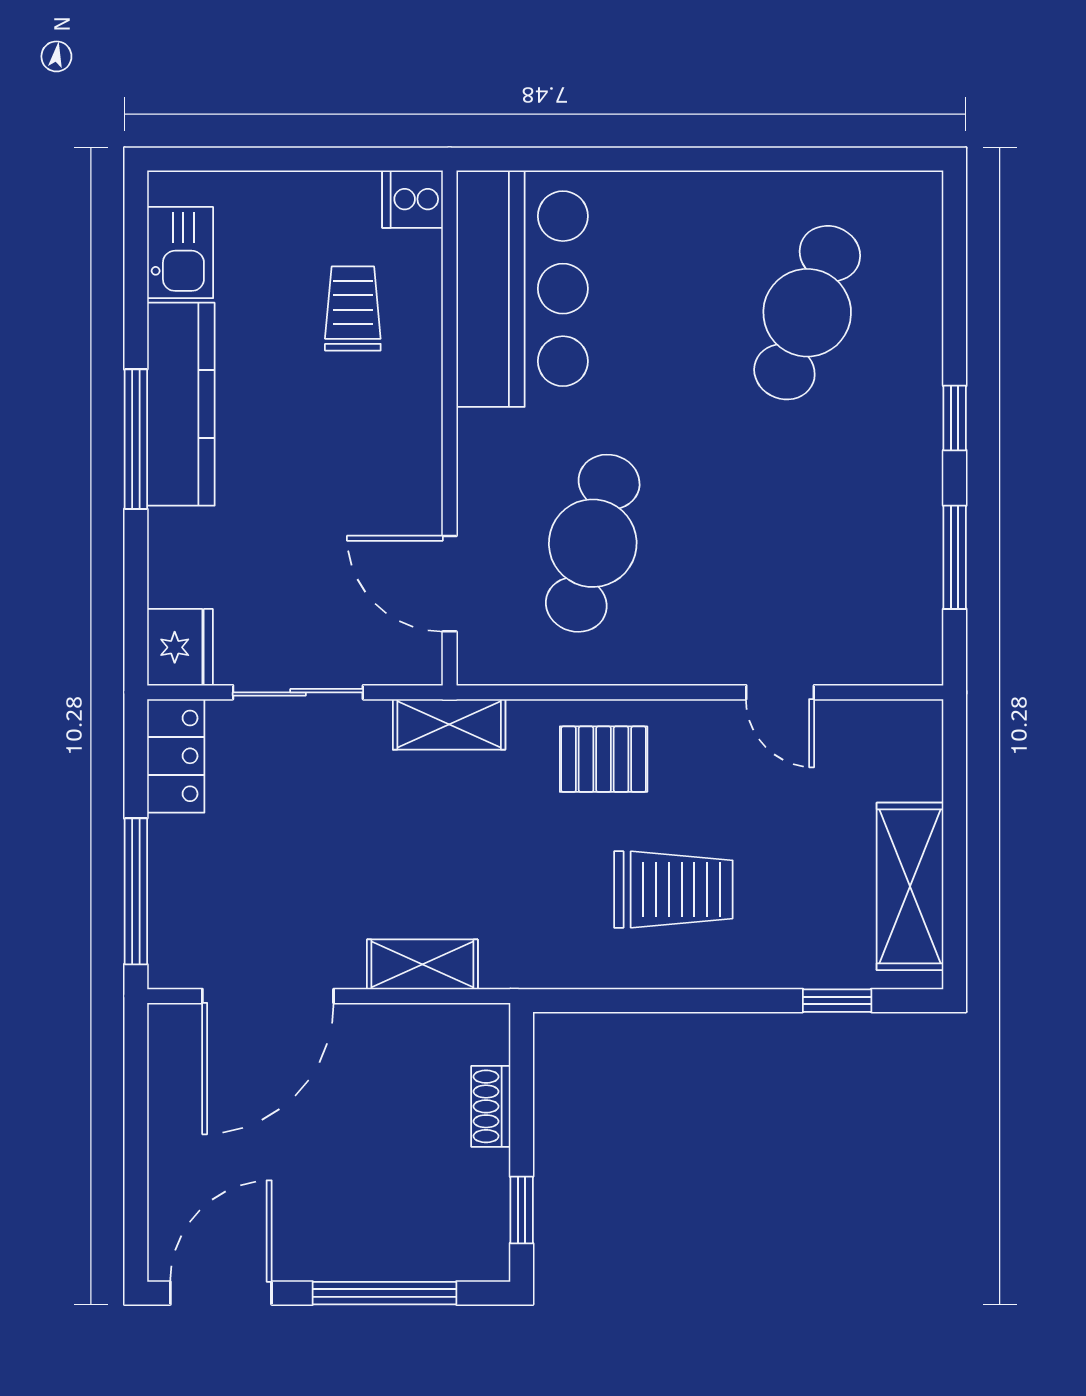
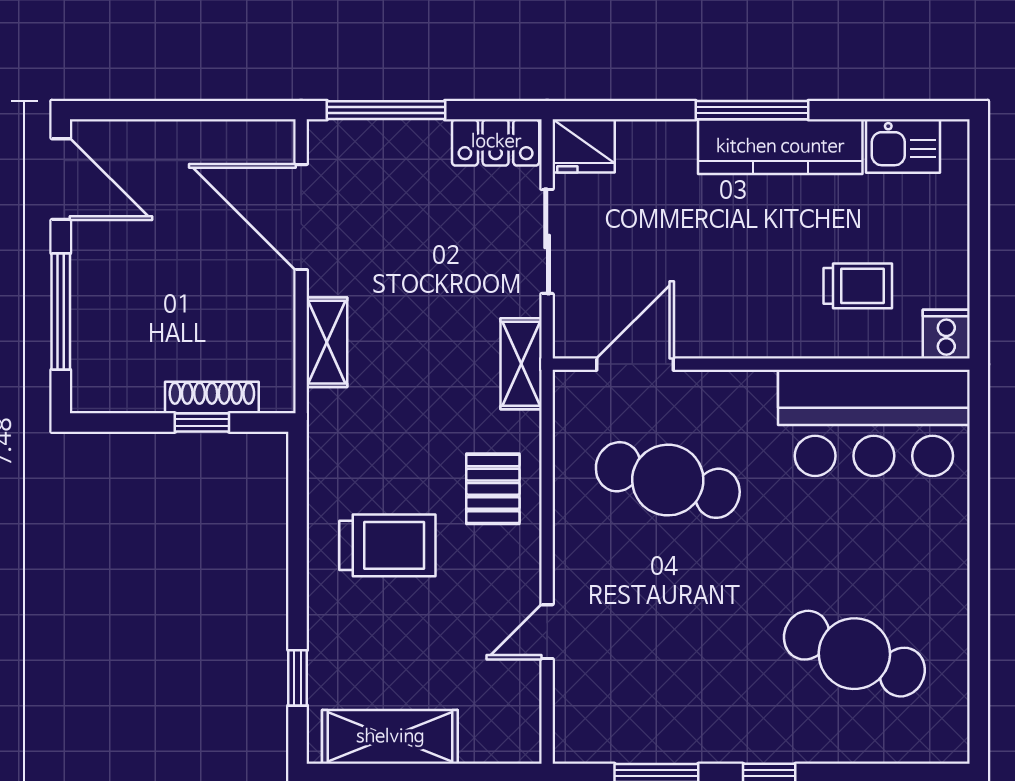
trolley: (673, 889) -> (387, 545), turned -90
shoe rack: (491, 1106) -> (212, 397), width x1.43
window: (522, 1210) -> (202, 422), moved

